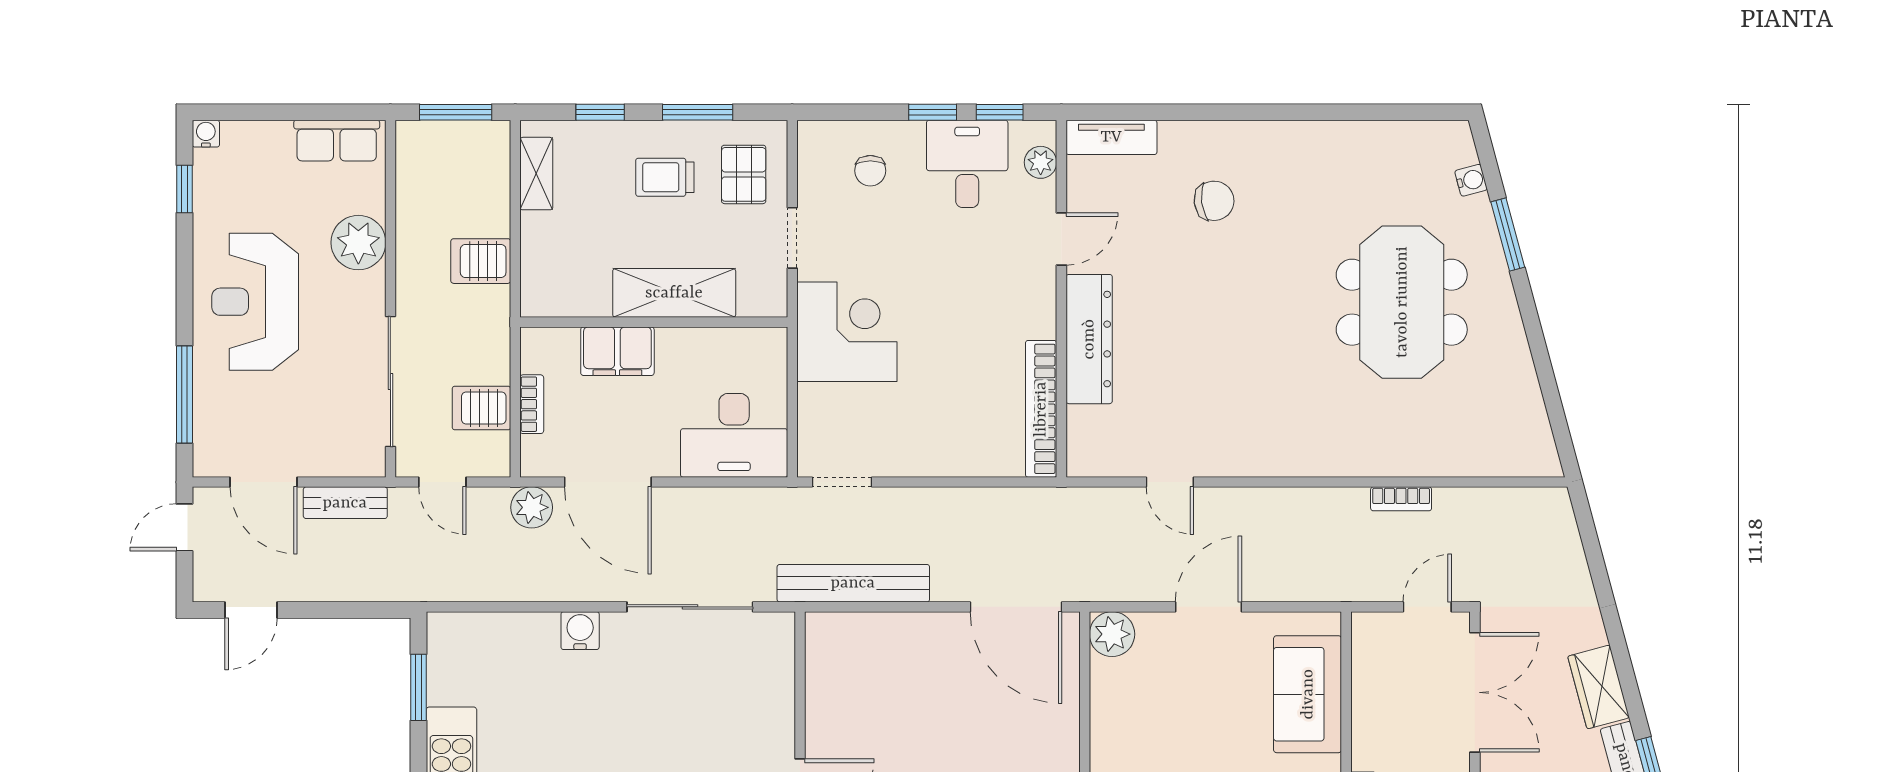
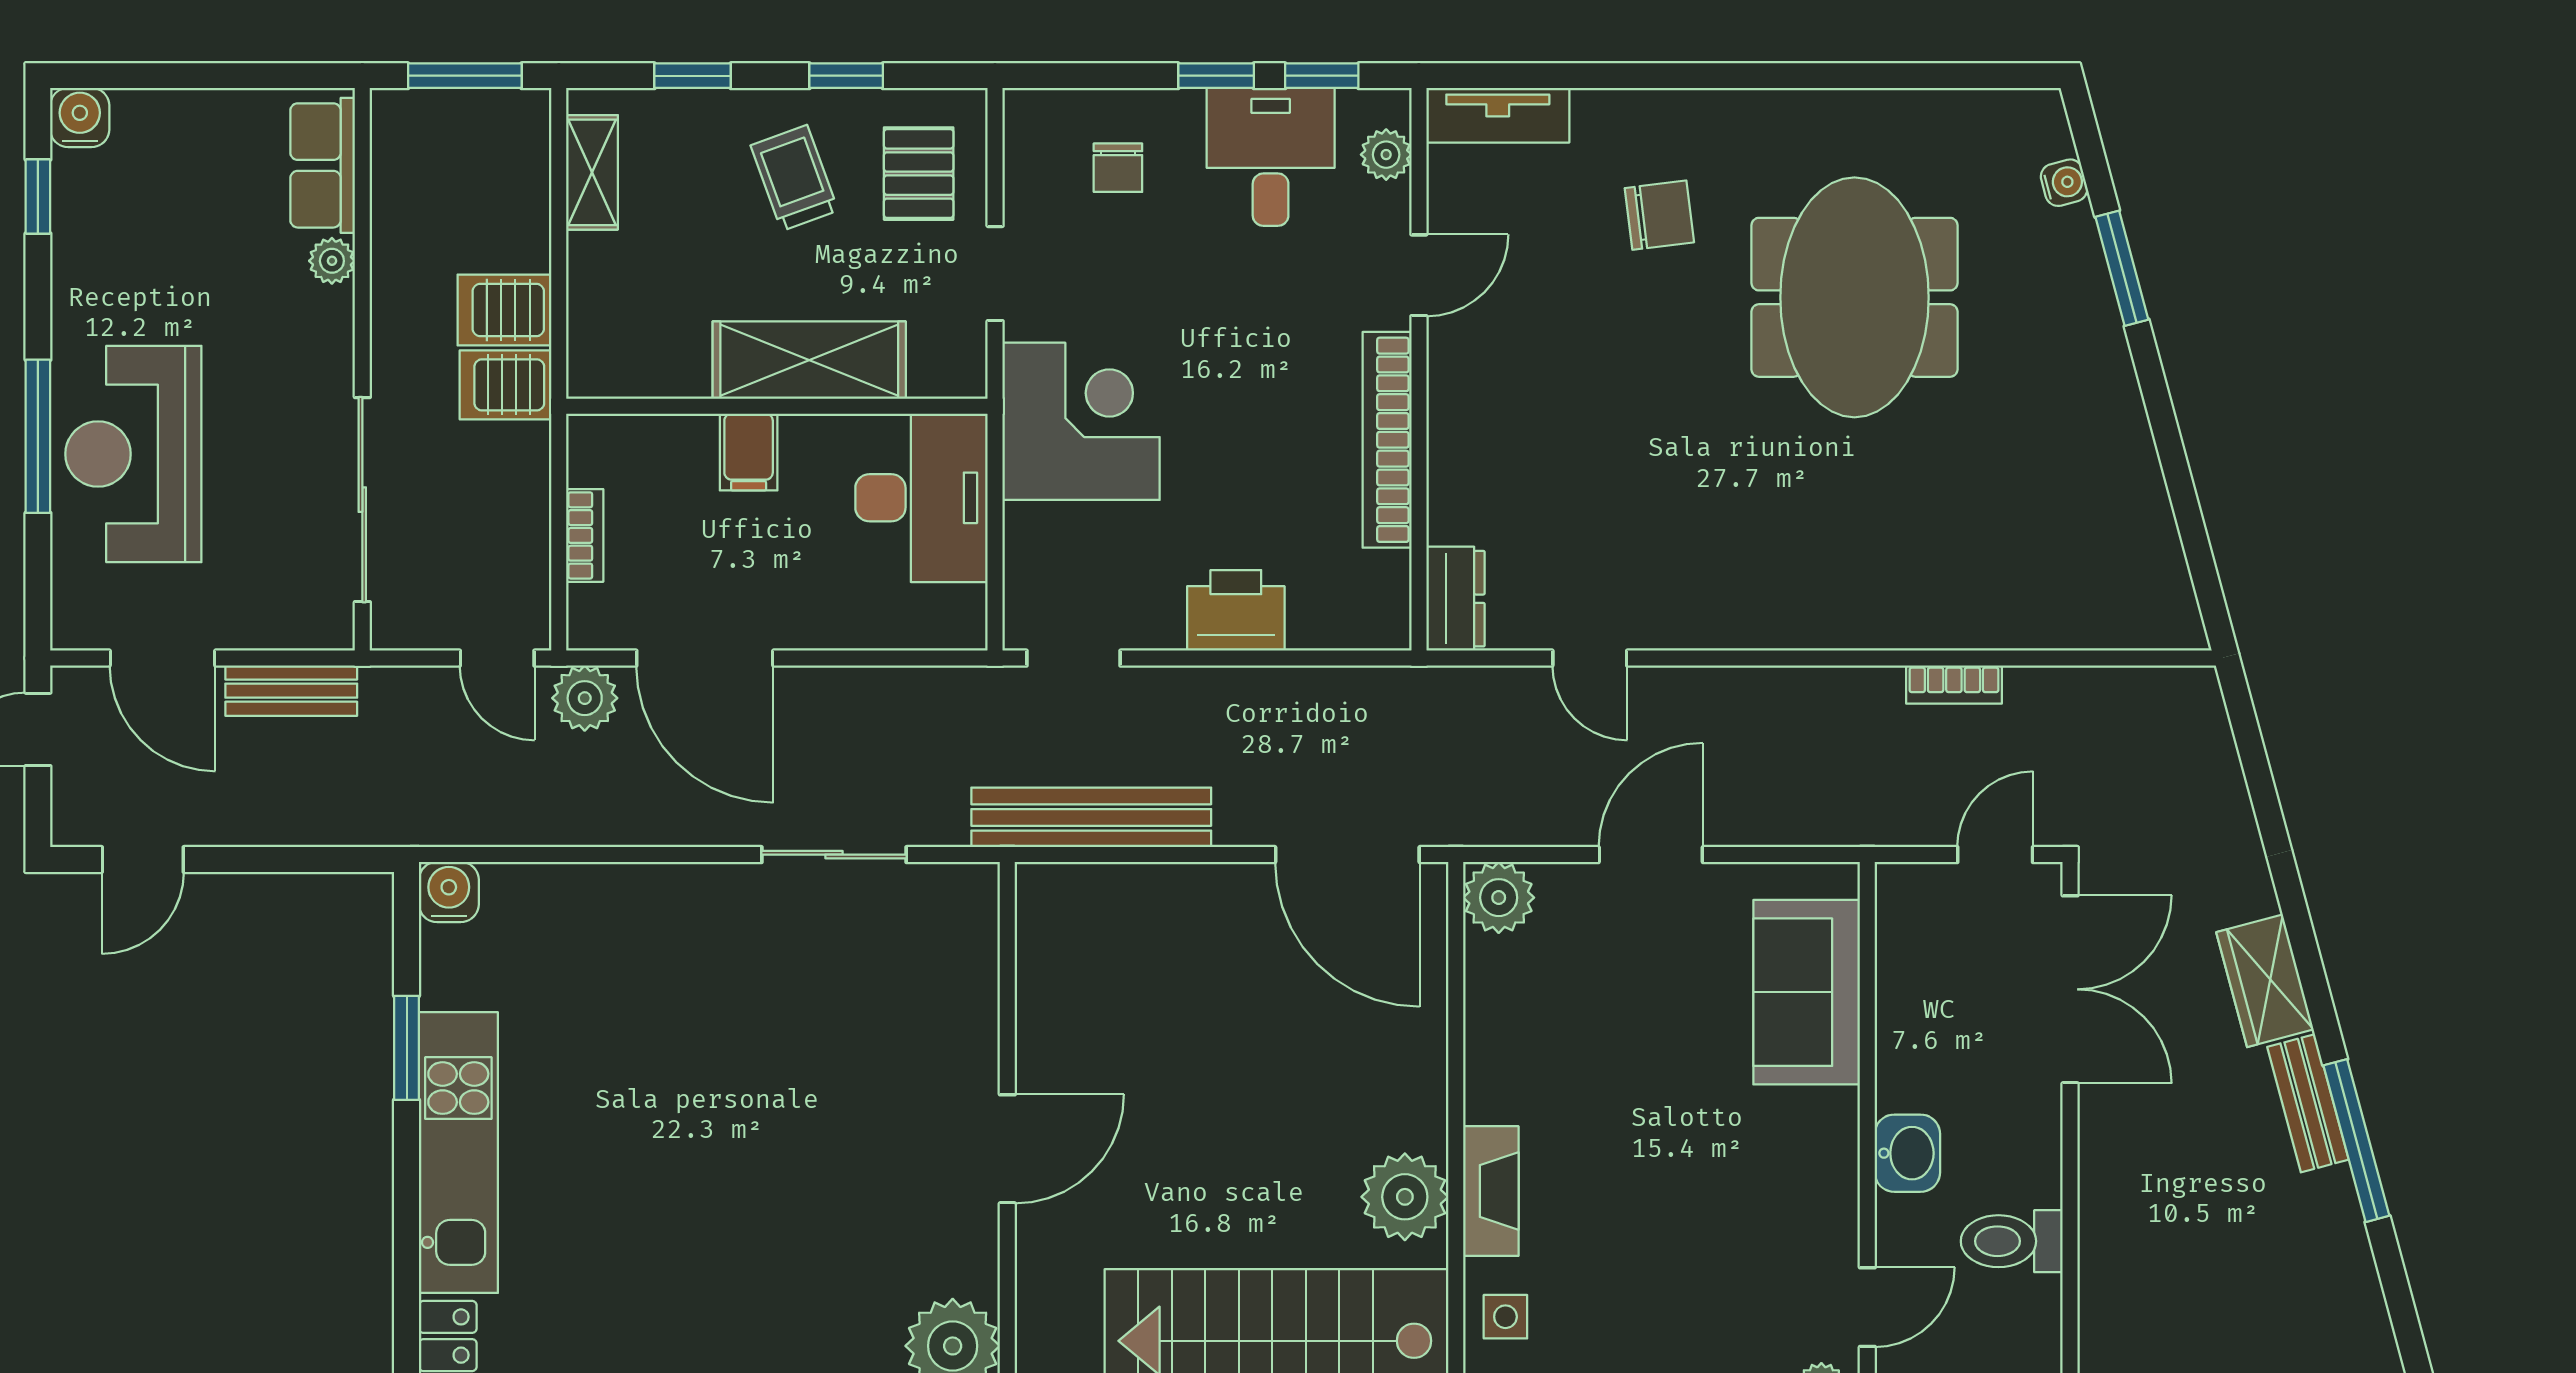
window: (698, 112) -> (846, 76), width x0.67
water cooler: (206, 134) -> (80, 118), width x1.38, depth x1.38
row of seats: (337, 141) -> (323, 165), moved, turned 90
trolley: (665, 177) -> (794, 178), turned 70
plant: (358, 243) -> (332, 261), width x0.53, depth x0.53
reception desk: (255, 302) -> (133, 454), moved
meeting table: (1402, 302) -> (1854, 297), moved
dresser: (1089, 339) -> (1455, 599), moved, width x0.51, depth x0.80
filing cabinet: (617, 351) -> (749, 452), width x0.50
window: (184, 394) -> (38, 436), moved
server rack: (481, 408) -> (506, 385), moved
bookcase: (1041, 409) -> (1387, 440), moved
desk: (734, 435) -> (921, 498), moved, turned -90
printer: (945, 452) -> (1236, 610), added
door: (442, 482) -> (497, 658), moved
sliding door: (690, 607) -> (834, 855), width x0.73
water cooler: (580, 631) -> (449, 892), moved
window: (419, 687) -> (407, 1048), moved

